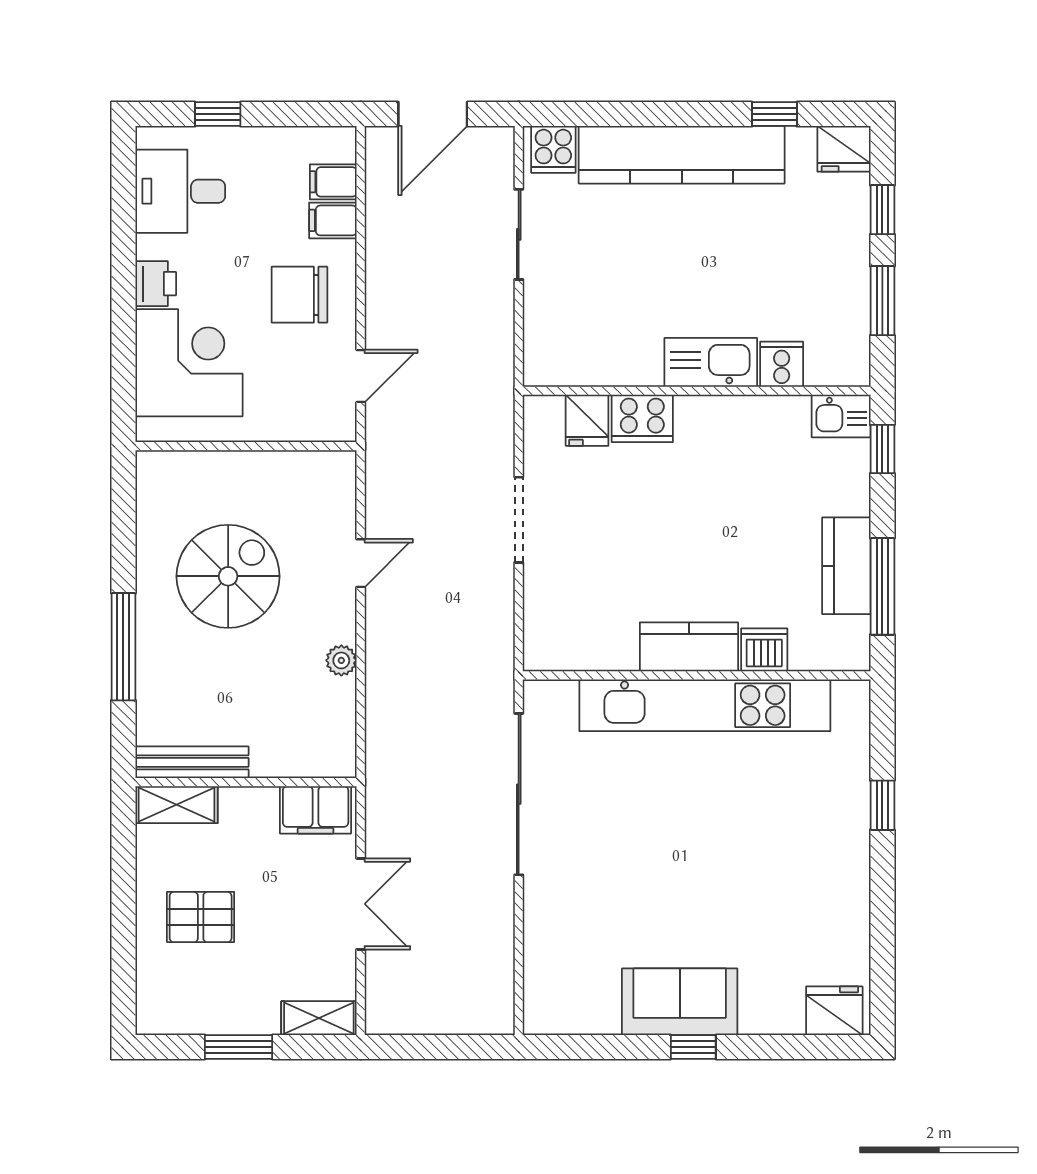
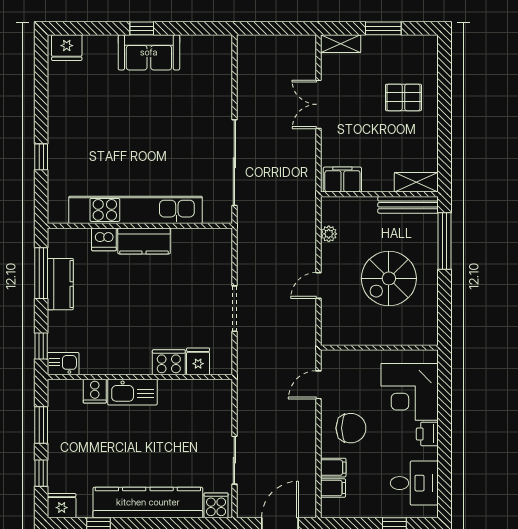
bench: (192, 762) -> (408, 205), moved
wall: (246, 782) -> (379, 194), moved
shelving: (176, 805) -> (416, 182), moved
filing cabinet: (316, 810) -> (342, 180), moved

